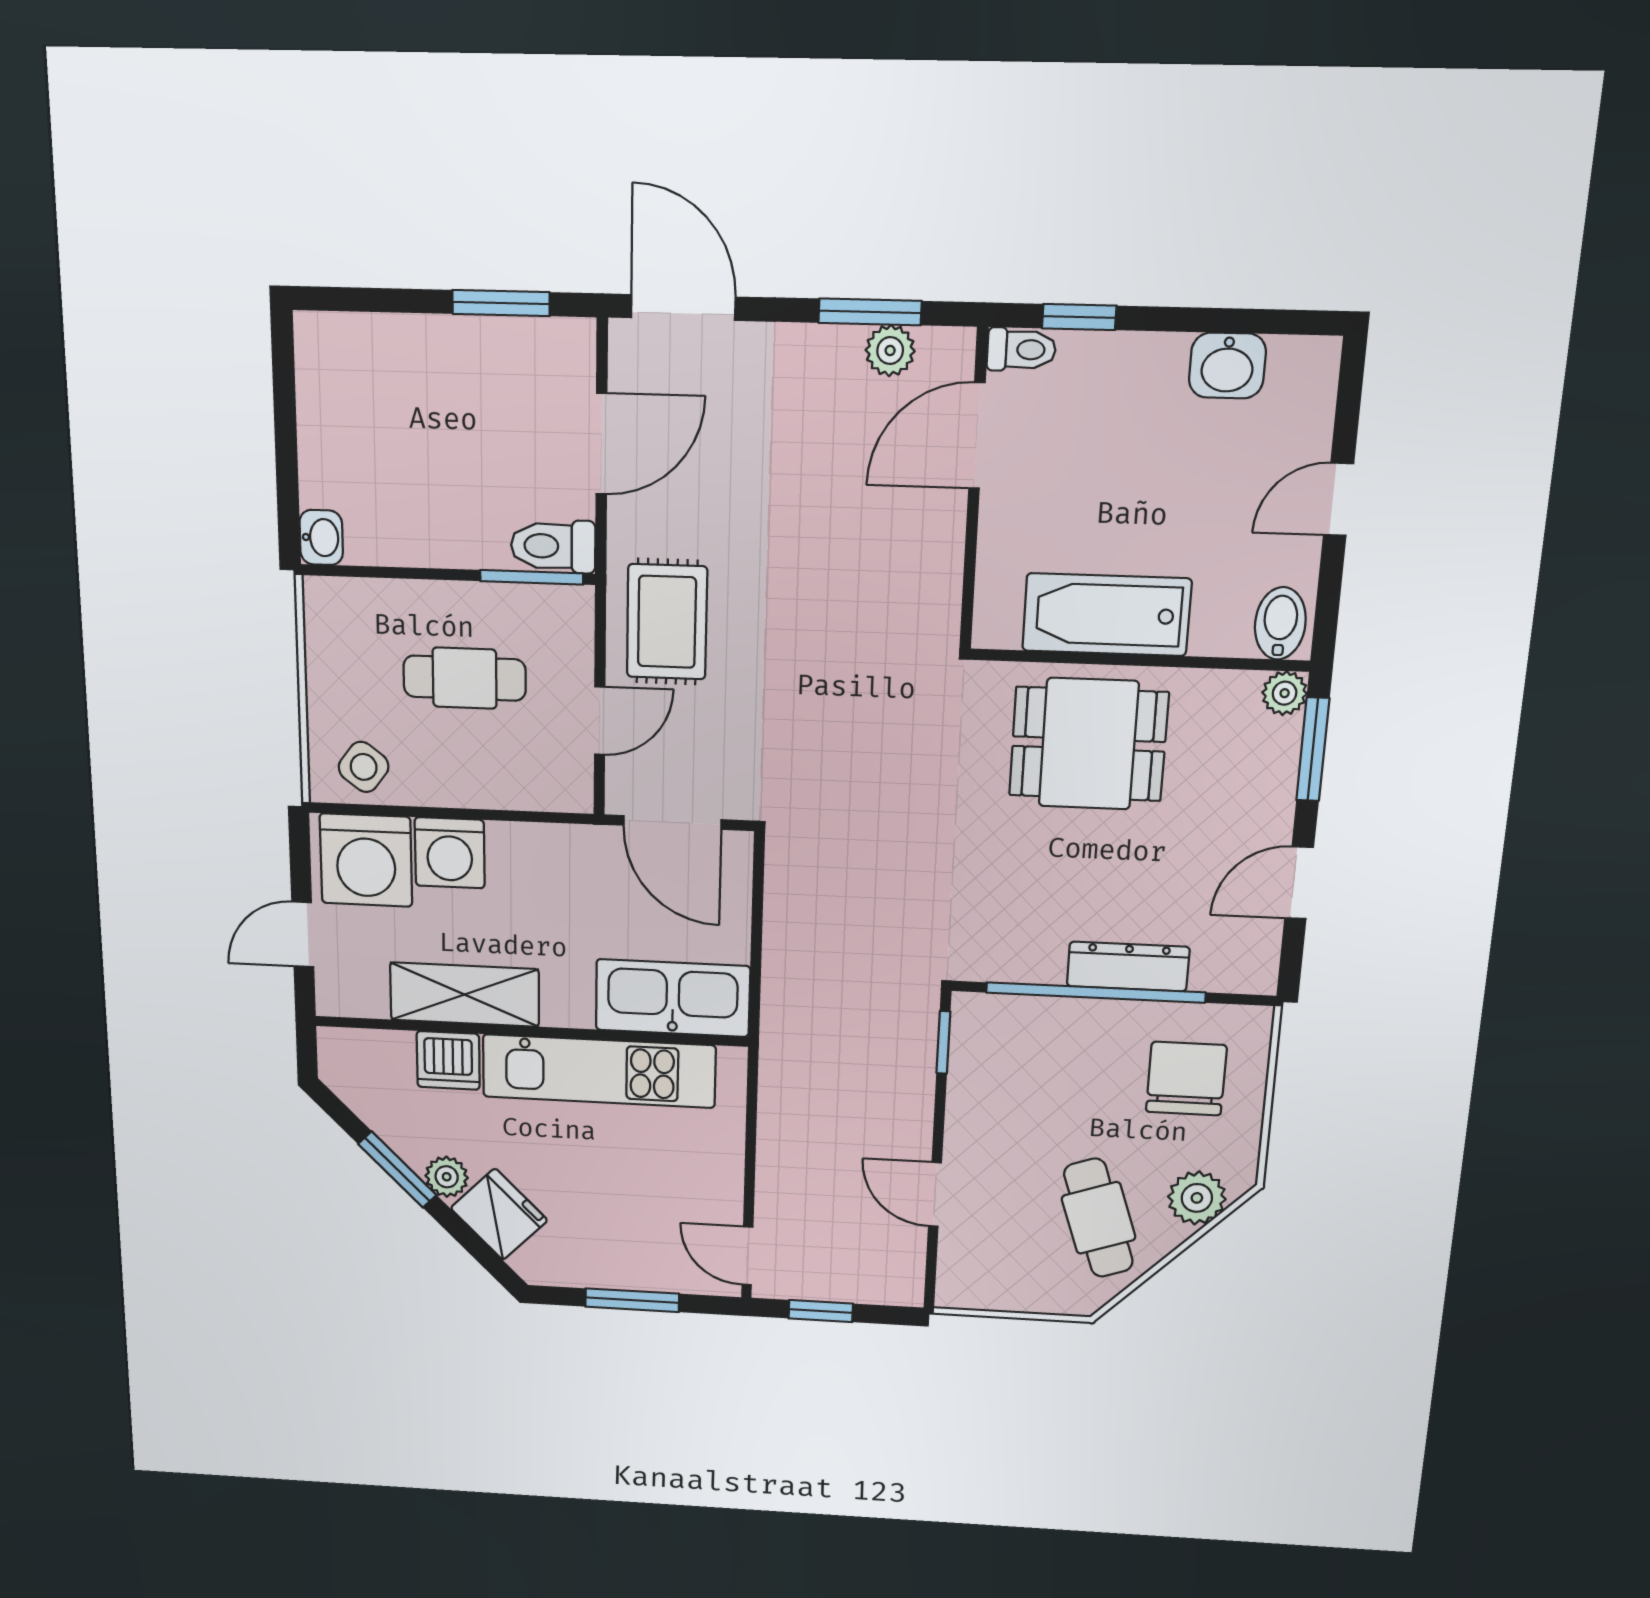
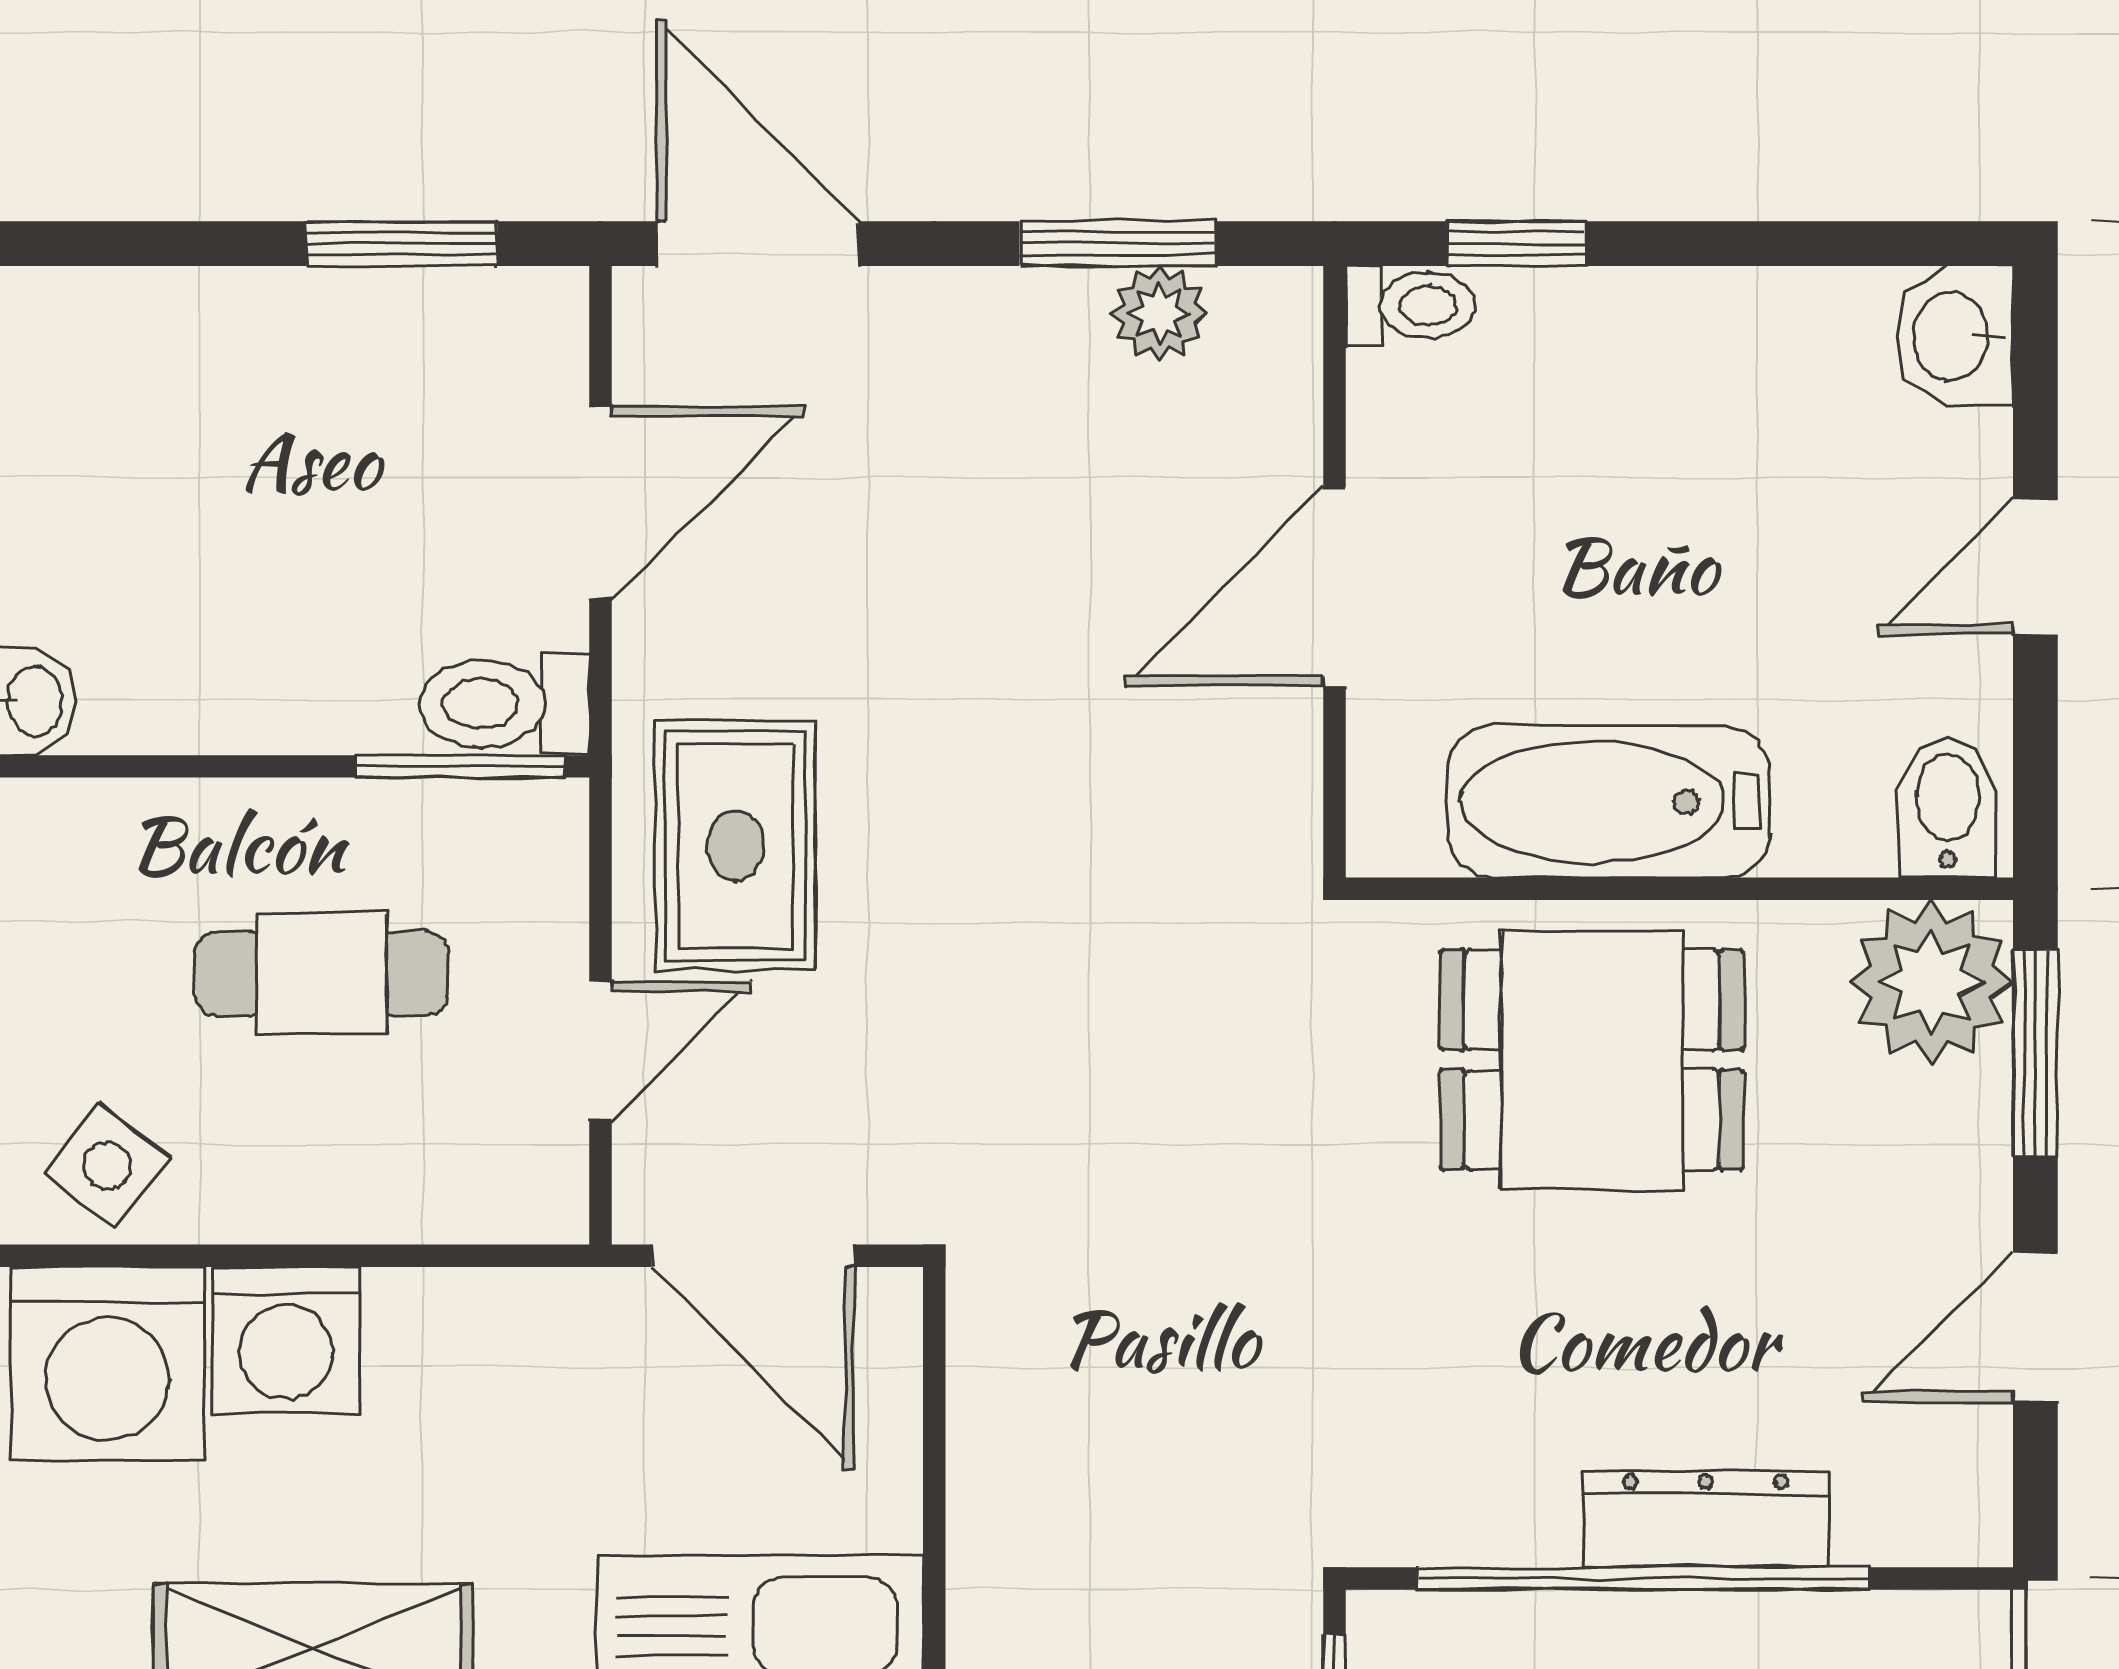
washbasin: (1227, 366) -> (1954, 336), moved, turned 90
door: (977, 436) -> (1335, 587), moved
plant: (1285, 693) -> (1931, 982), width x1.88, depth x1.88

